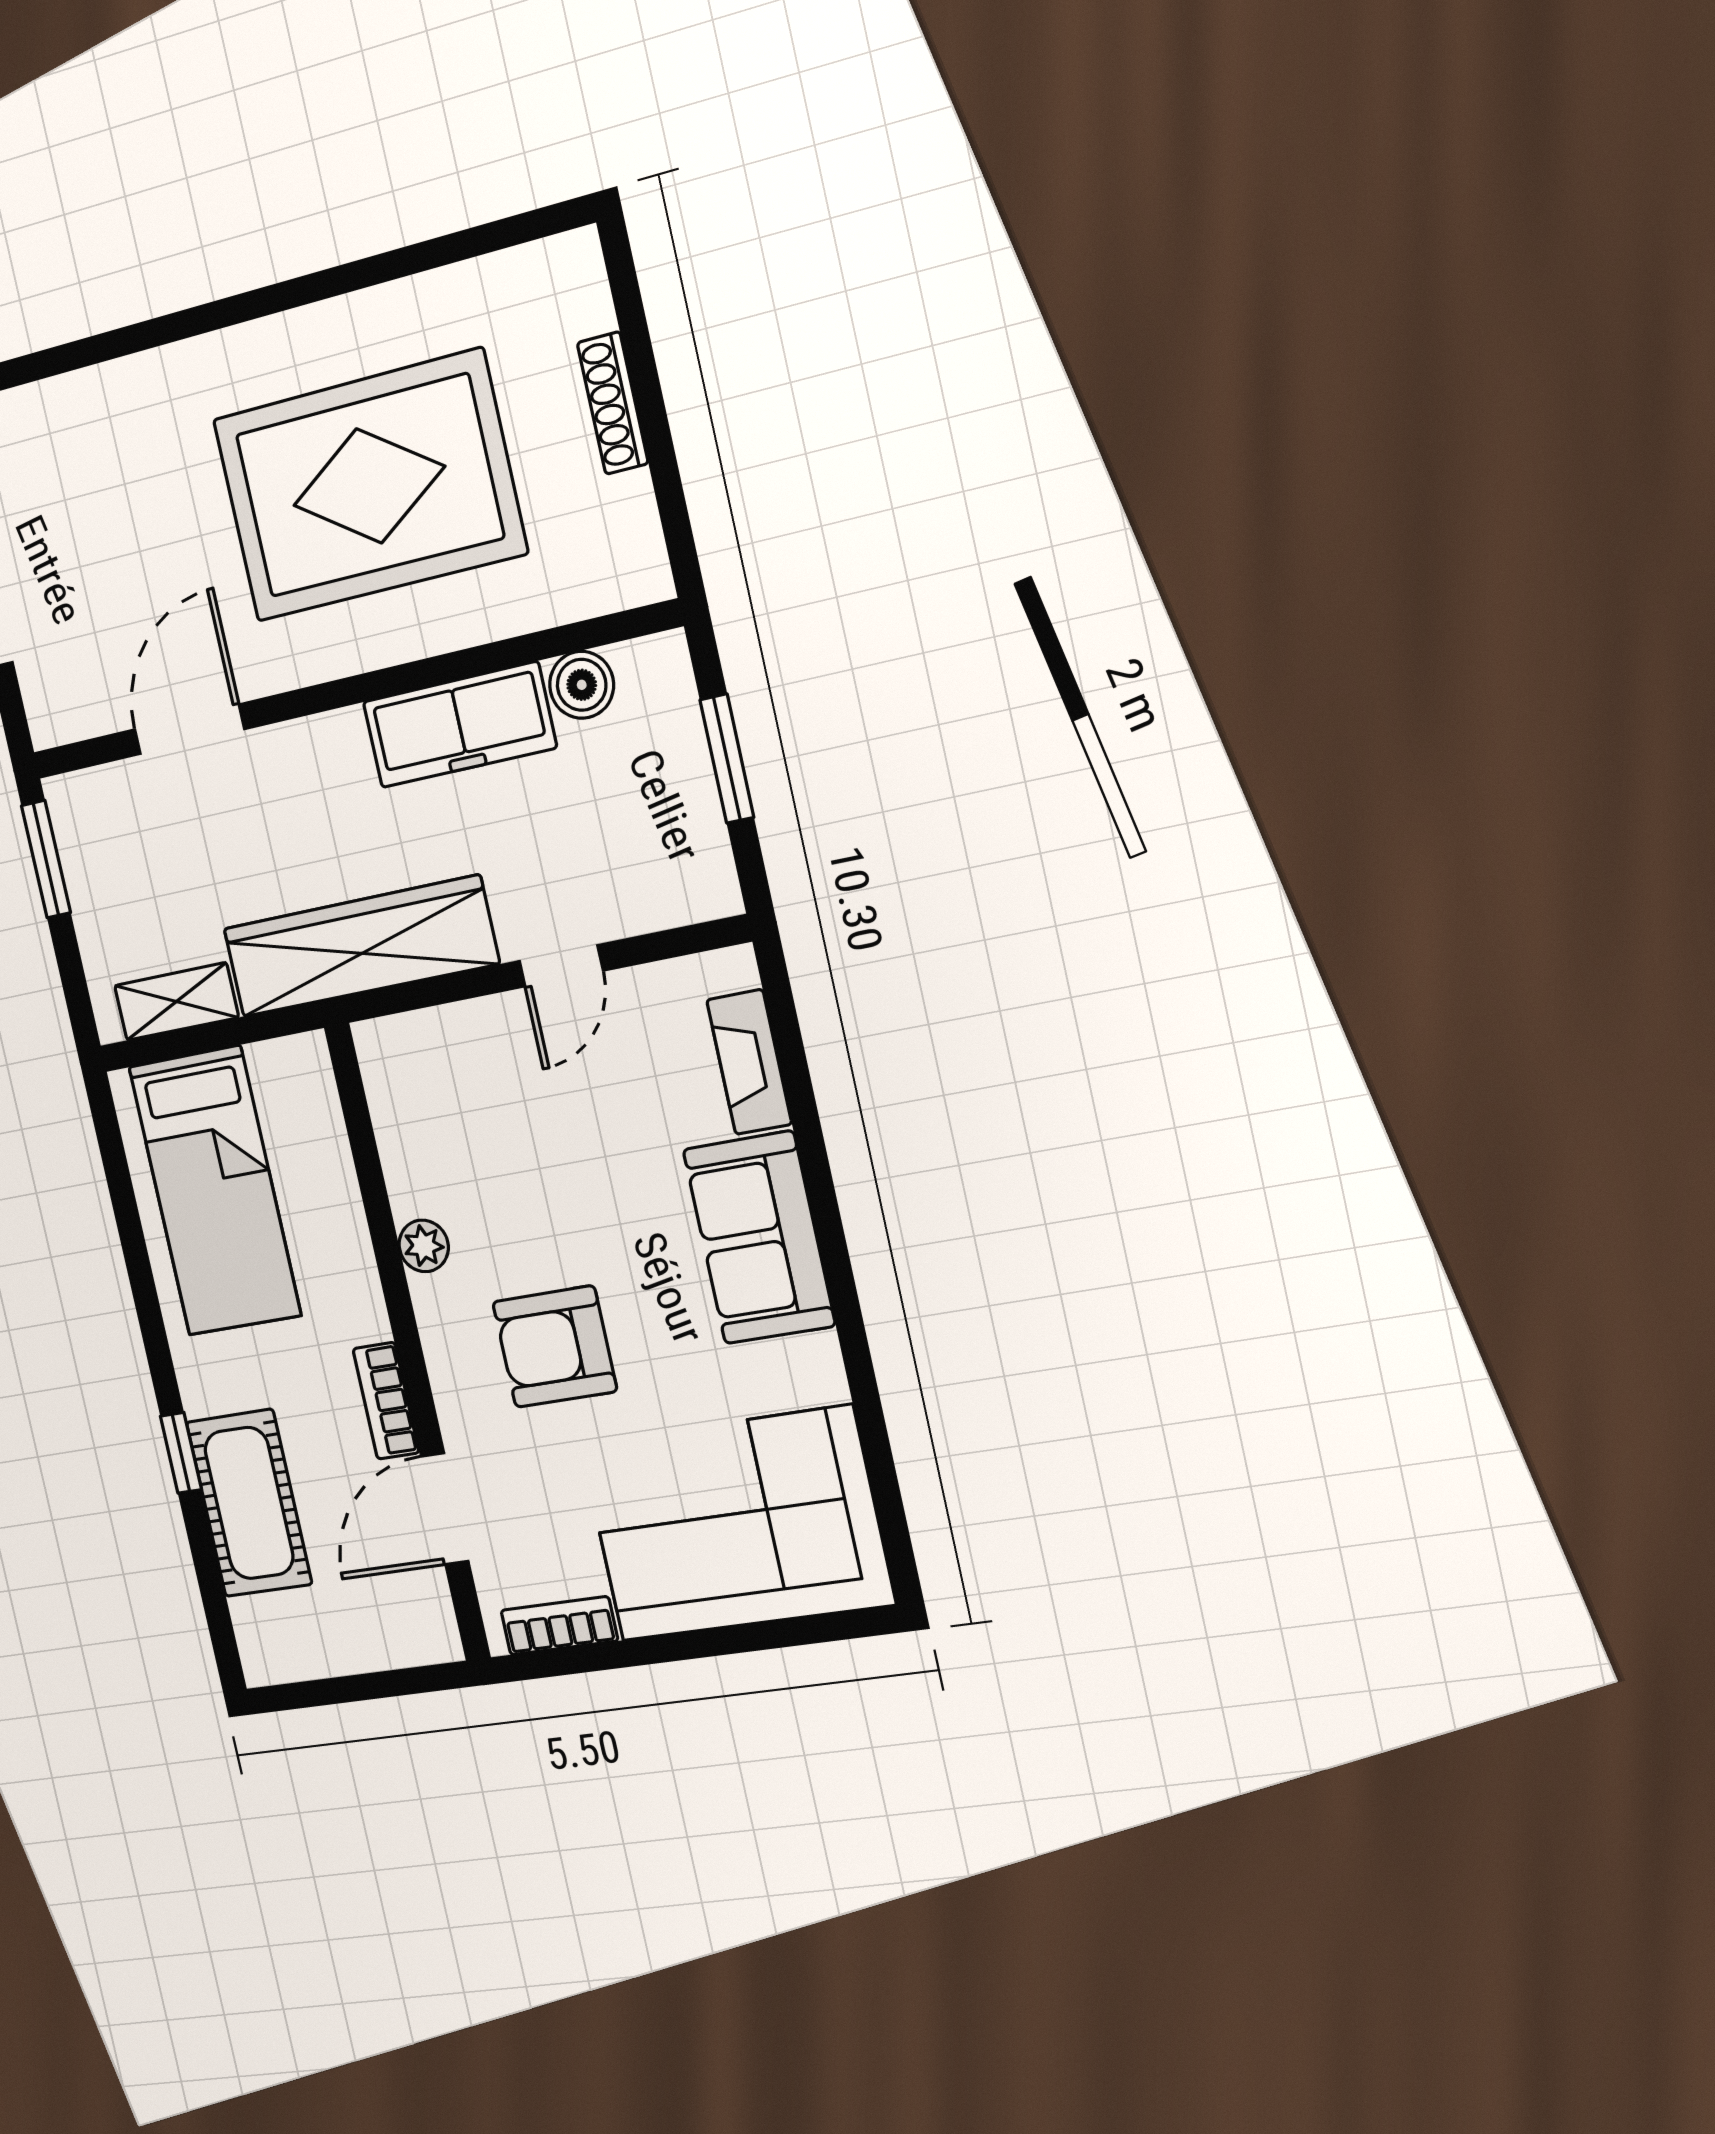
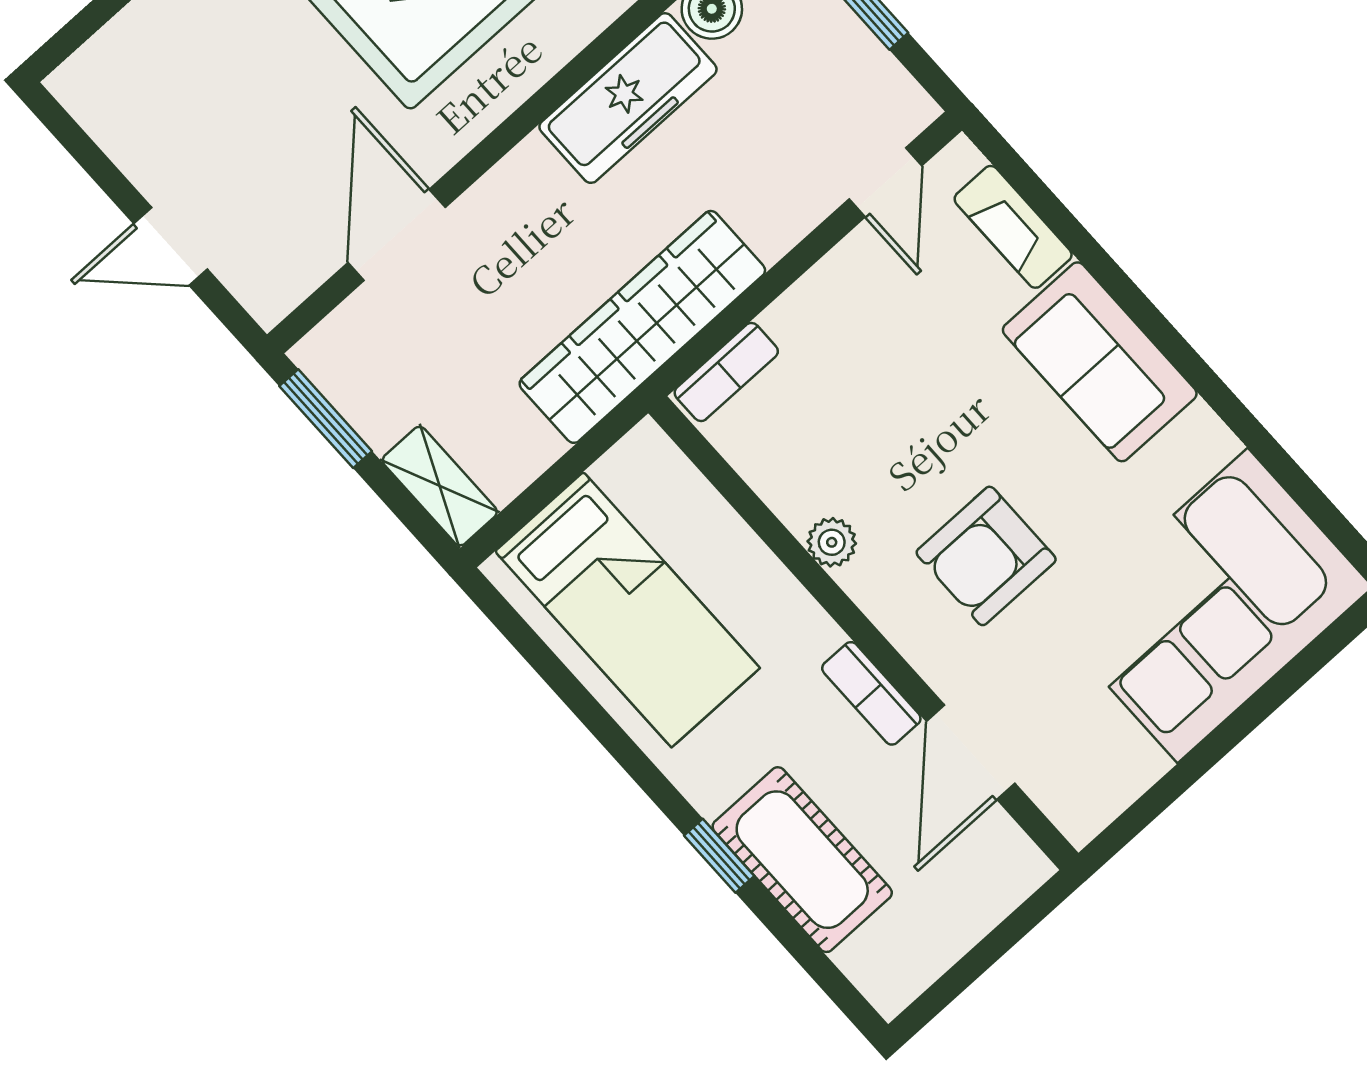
door: (561, 966) -> (885, 182), moved
shelving: (176, 1002) -> (440, 486), moved, turned 90
bookcase: (559, 1626) -> (726, 372), moved, turned 180

